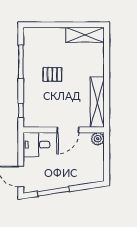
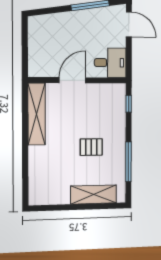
shelving: (85, 35) -> (94, 194), moved
plant: (98, 139) -> (36, 69), removed

